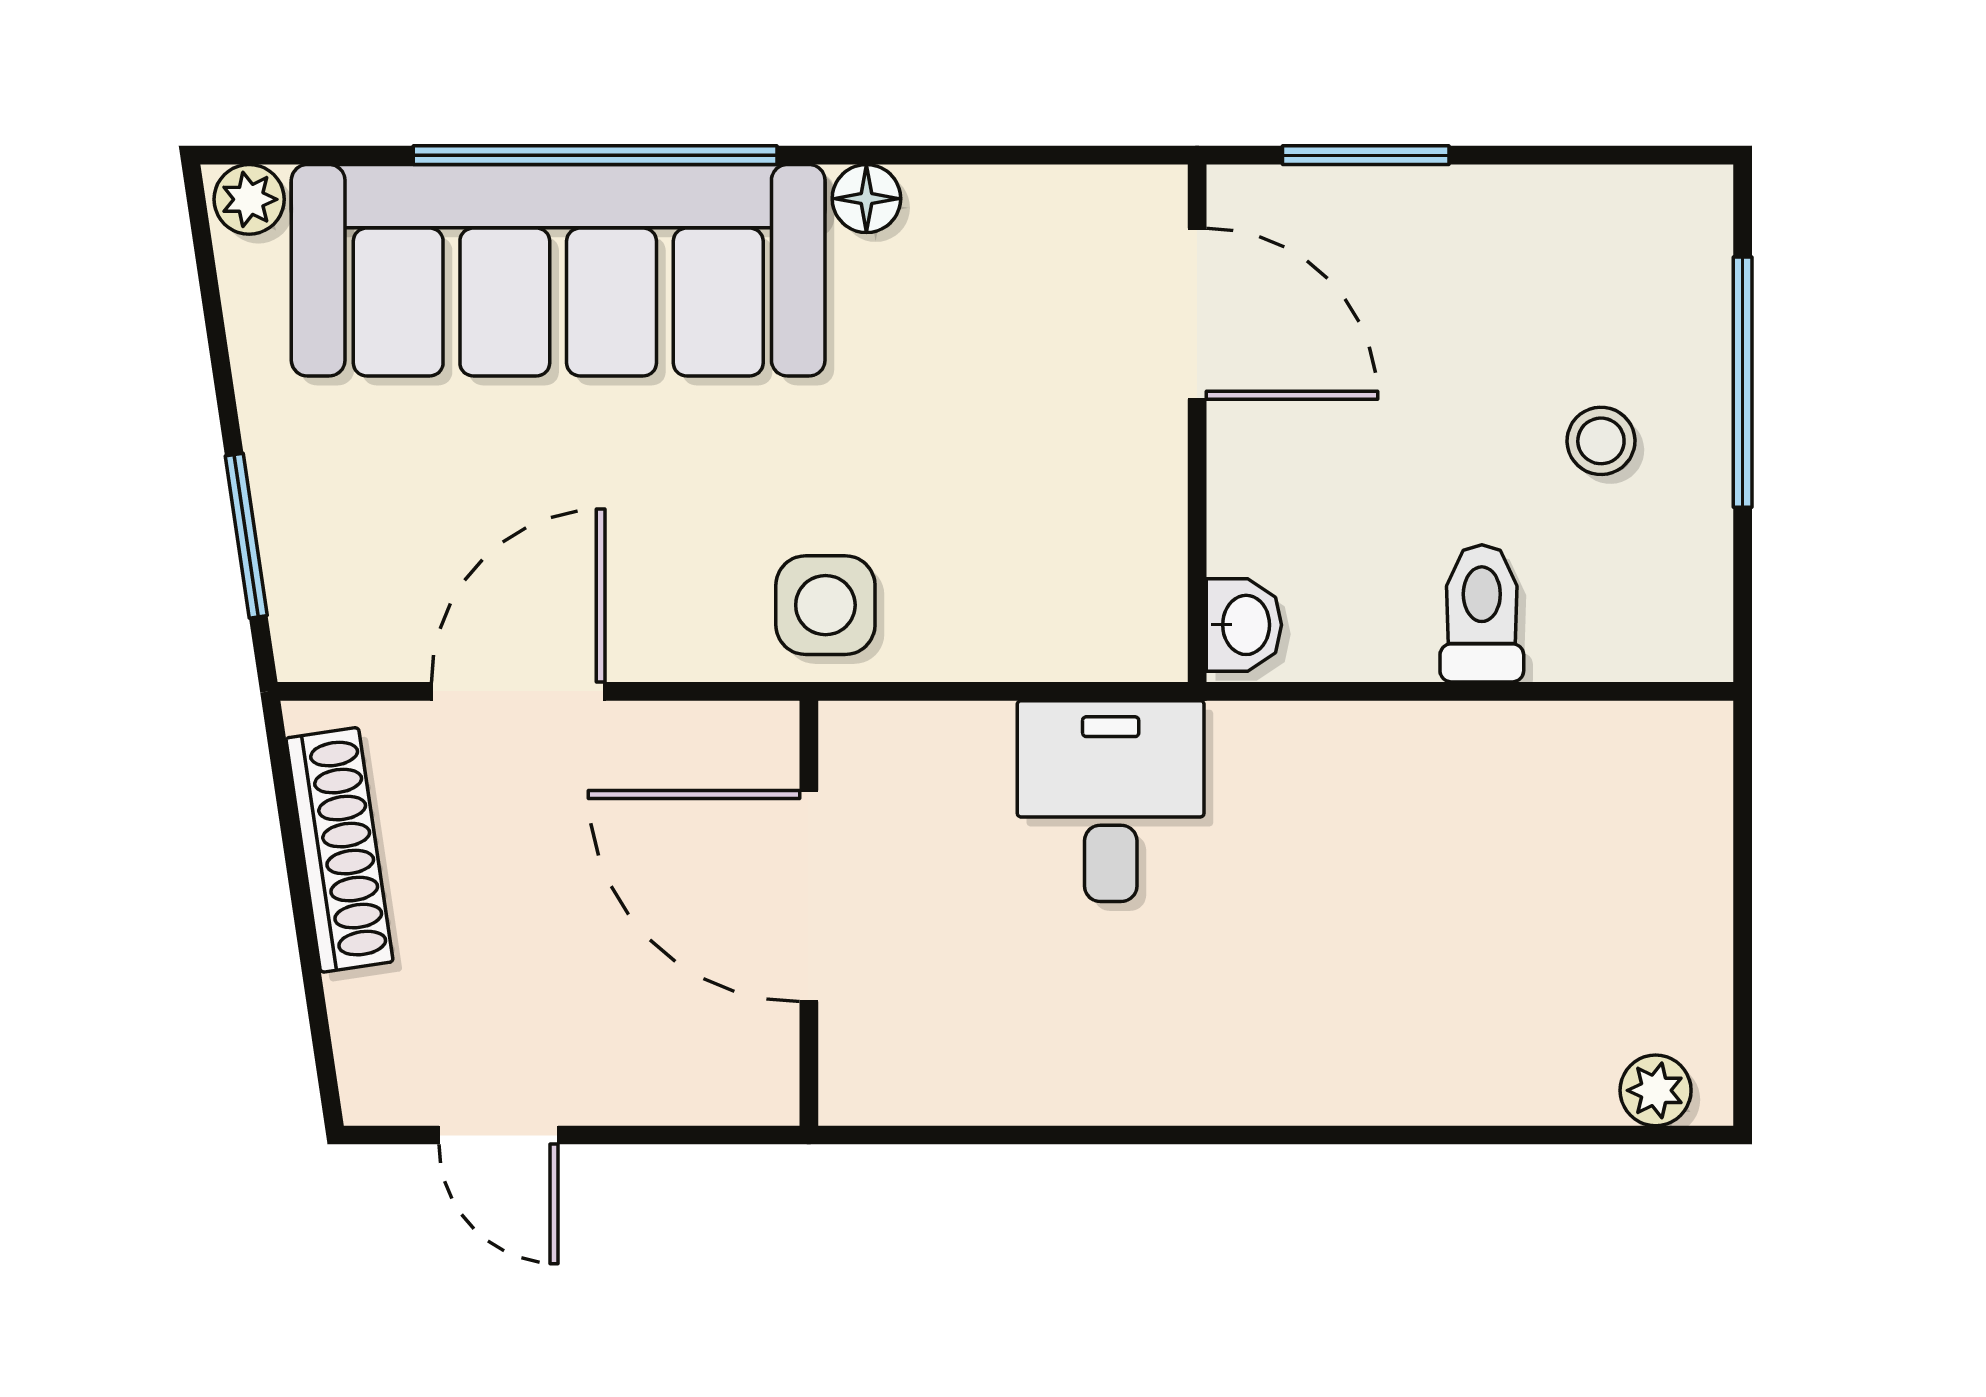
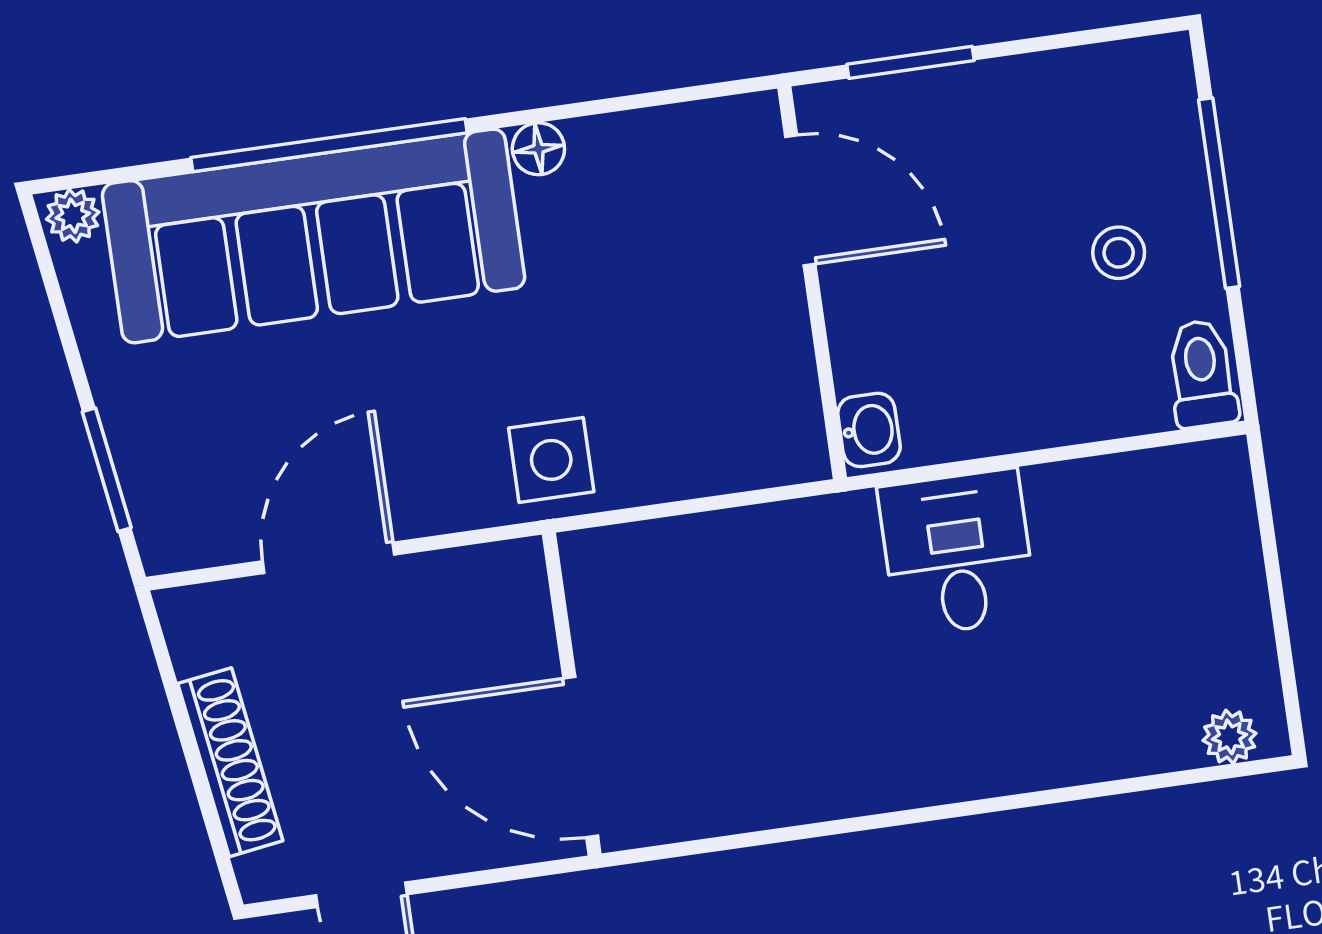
toilet: (1482, 613) -> (1202, 374), moved
desk: (1111, 801) -> (958, 553), moved
shoe rack: (339, 850) -> (230, 762), moved
door: (809, 896) -> (581, 757), moved

